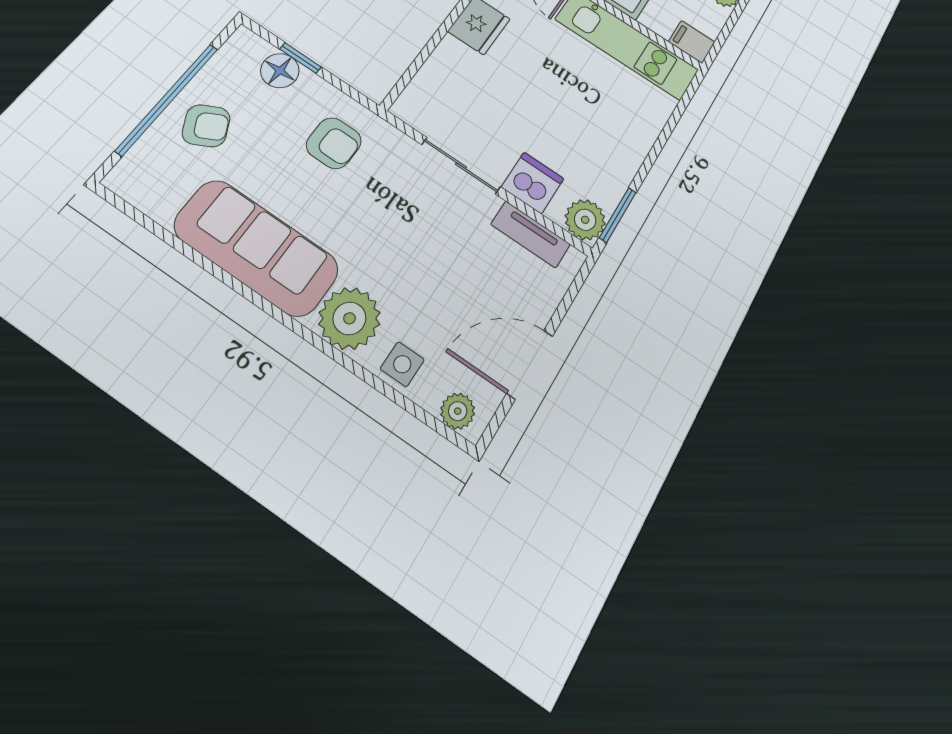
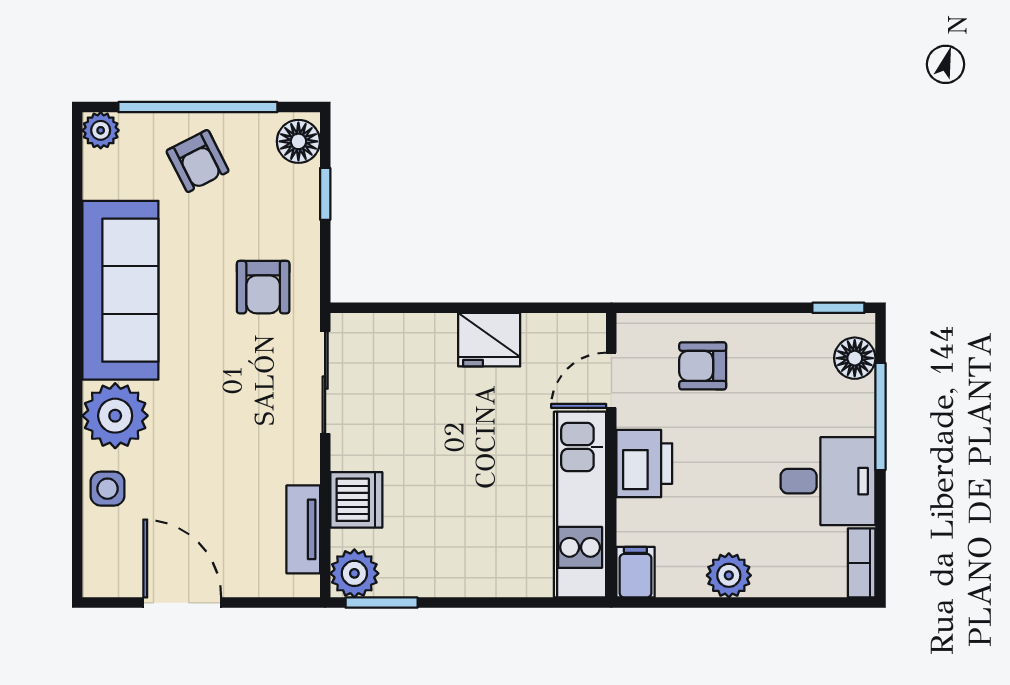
floor lamp: (280, 71) -> (298, 141), moved
sliding door: (461, 166) -> (325, 383), moved
plant: (458, 411) -> (101, 130), moved

